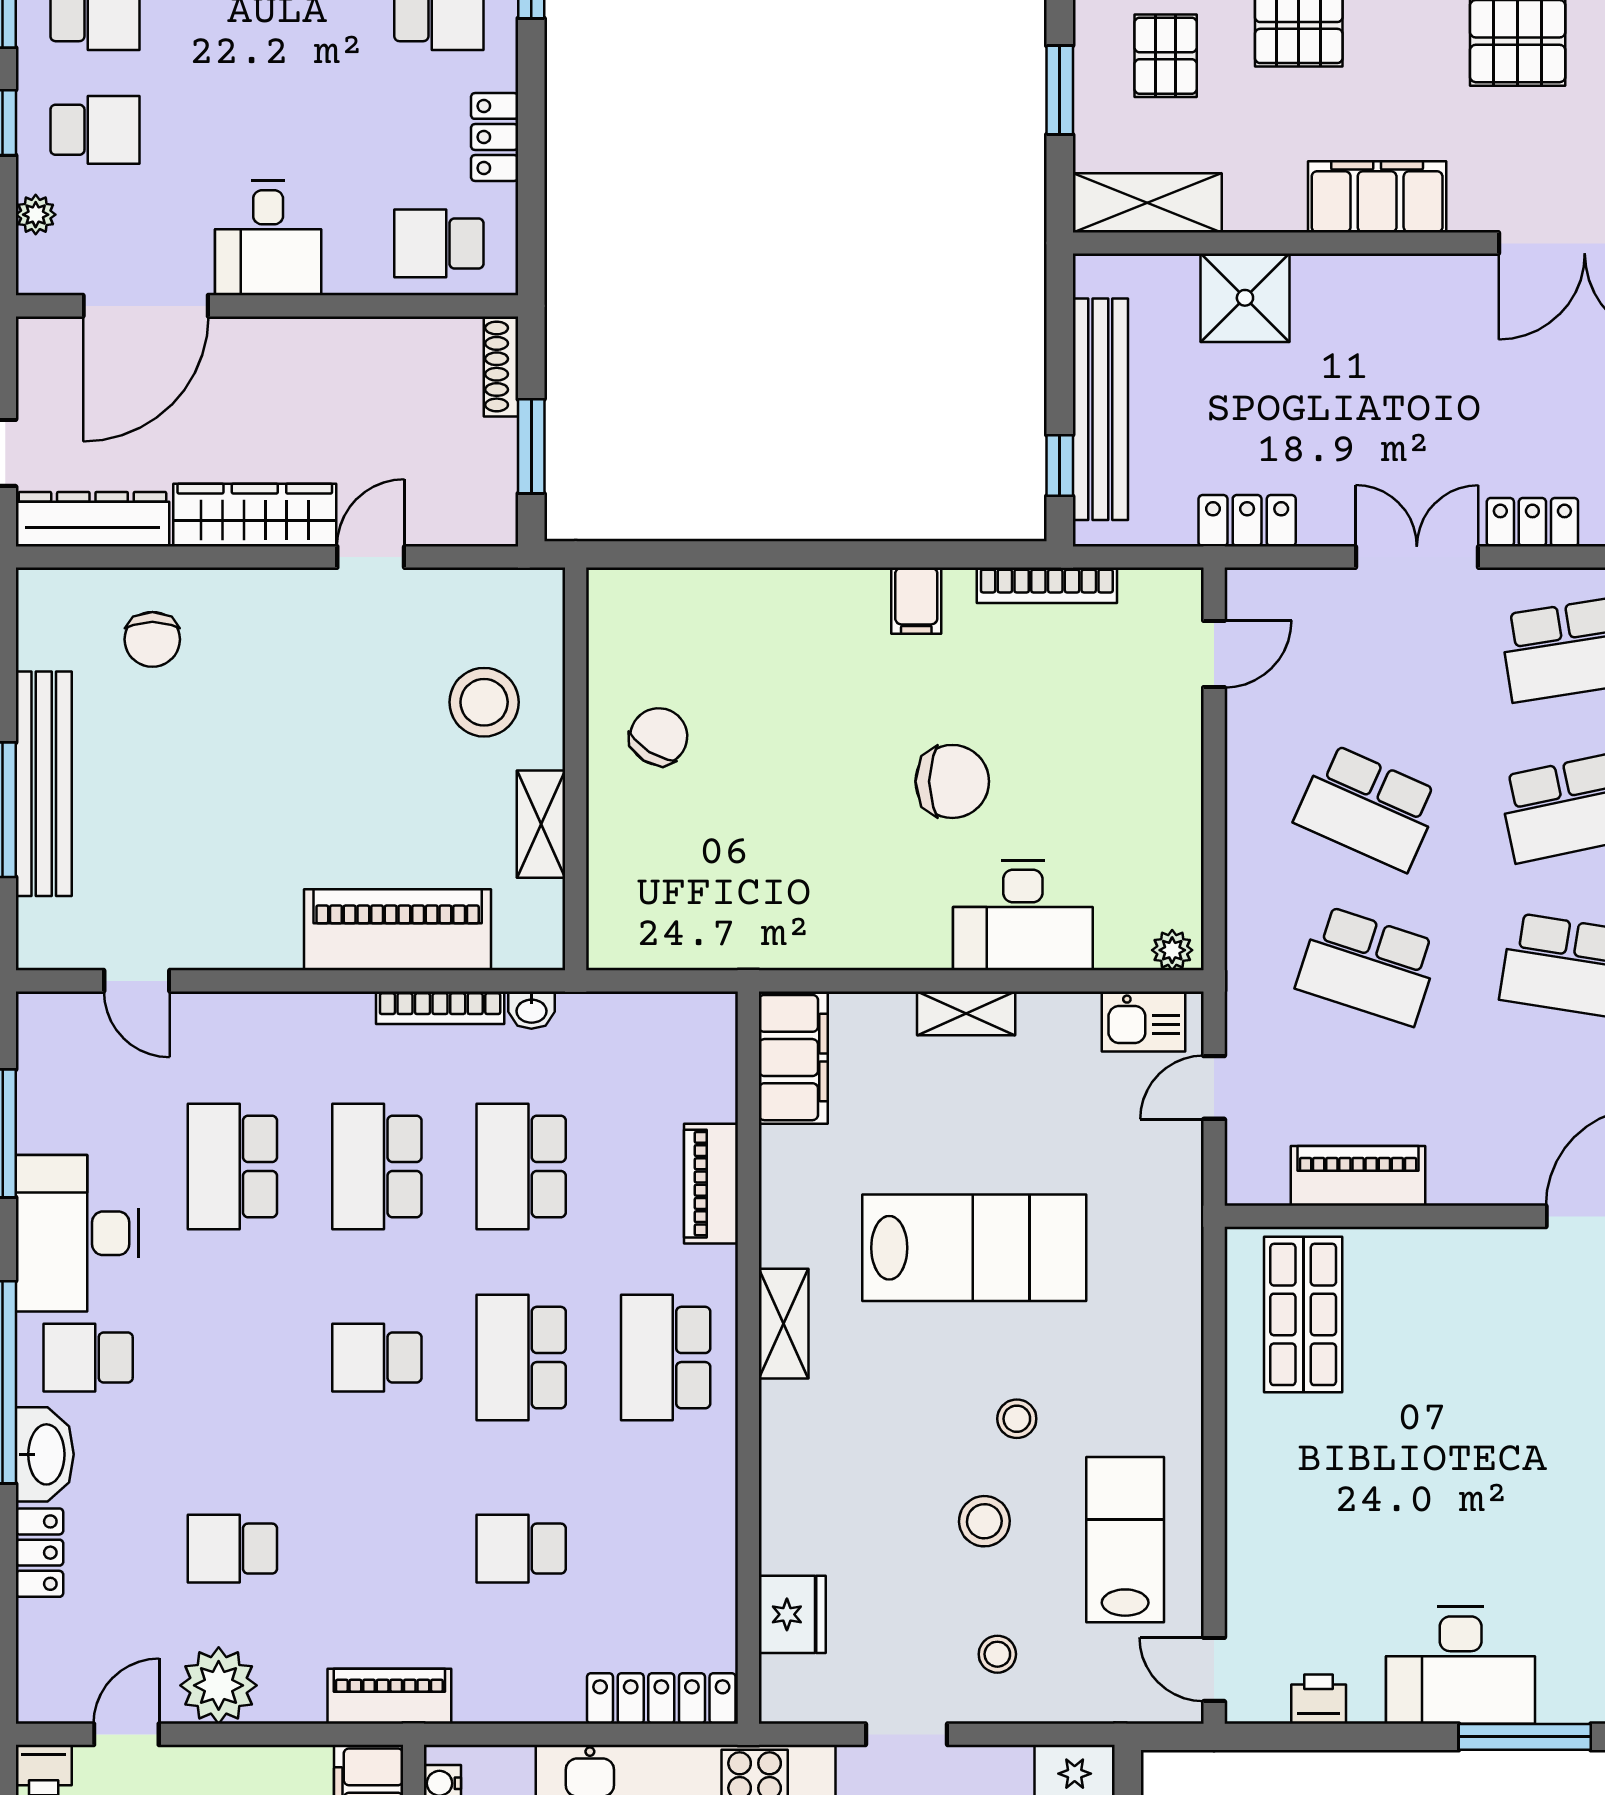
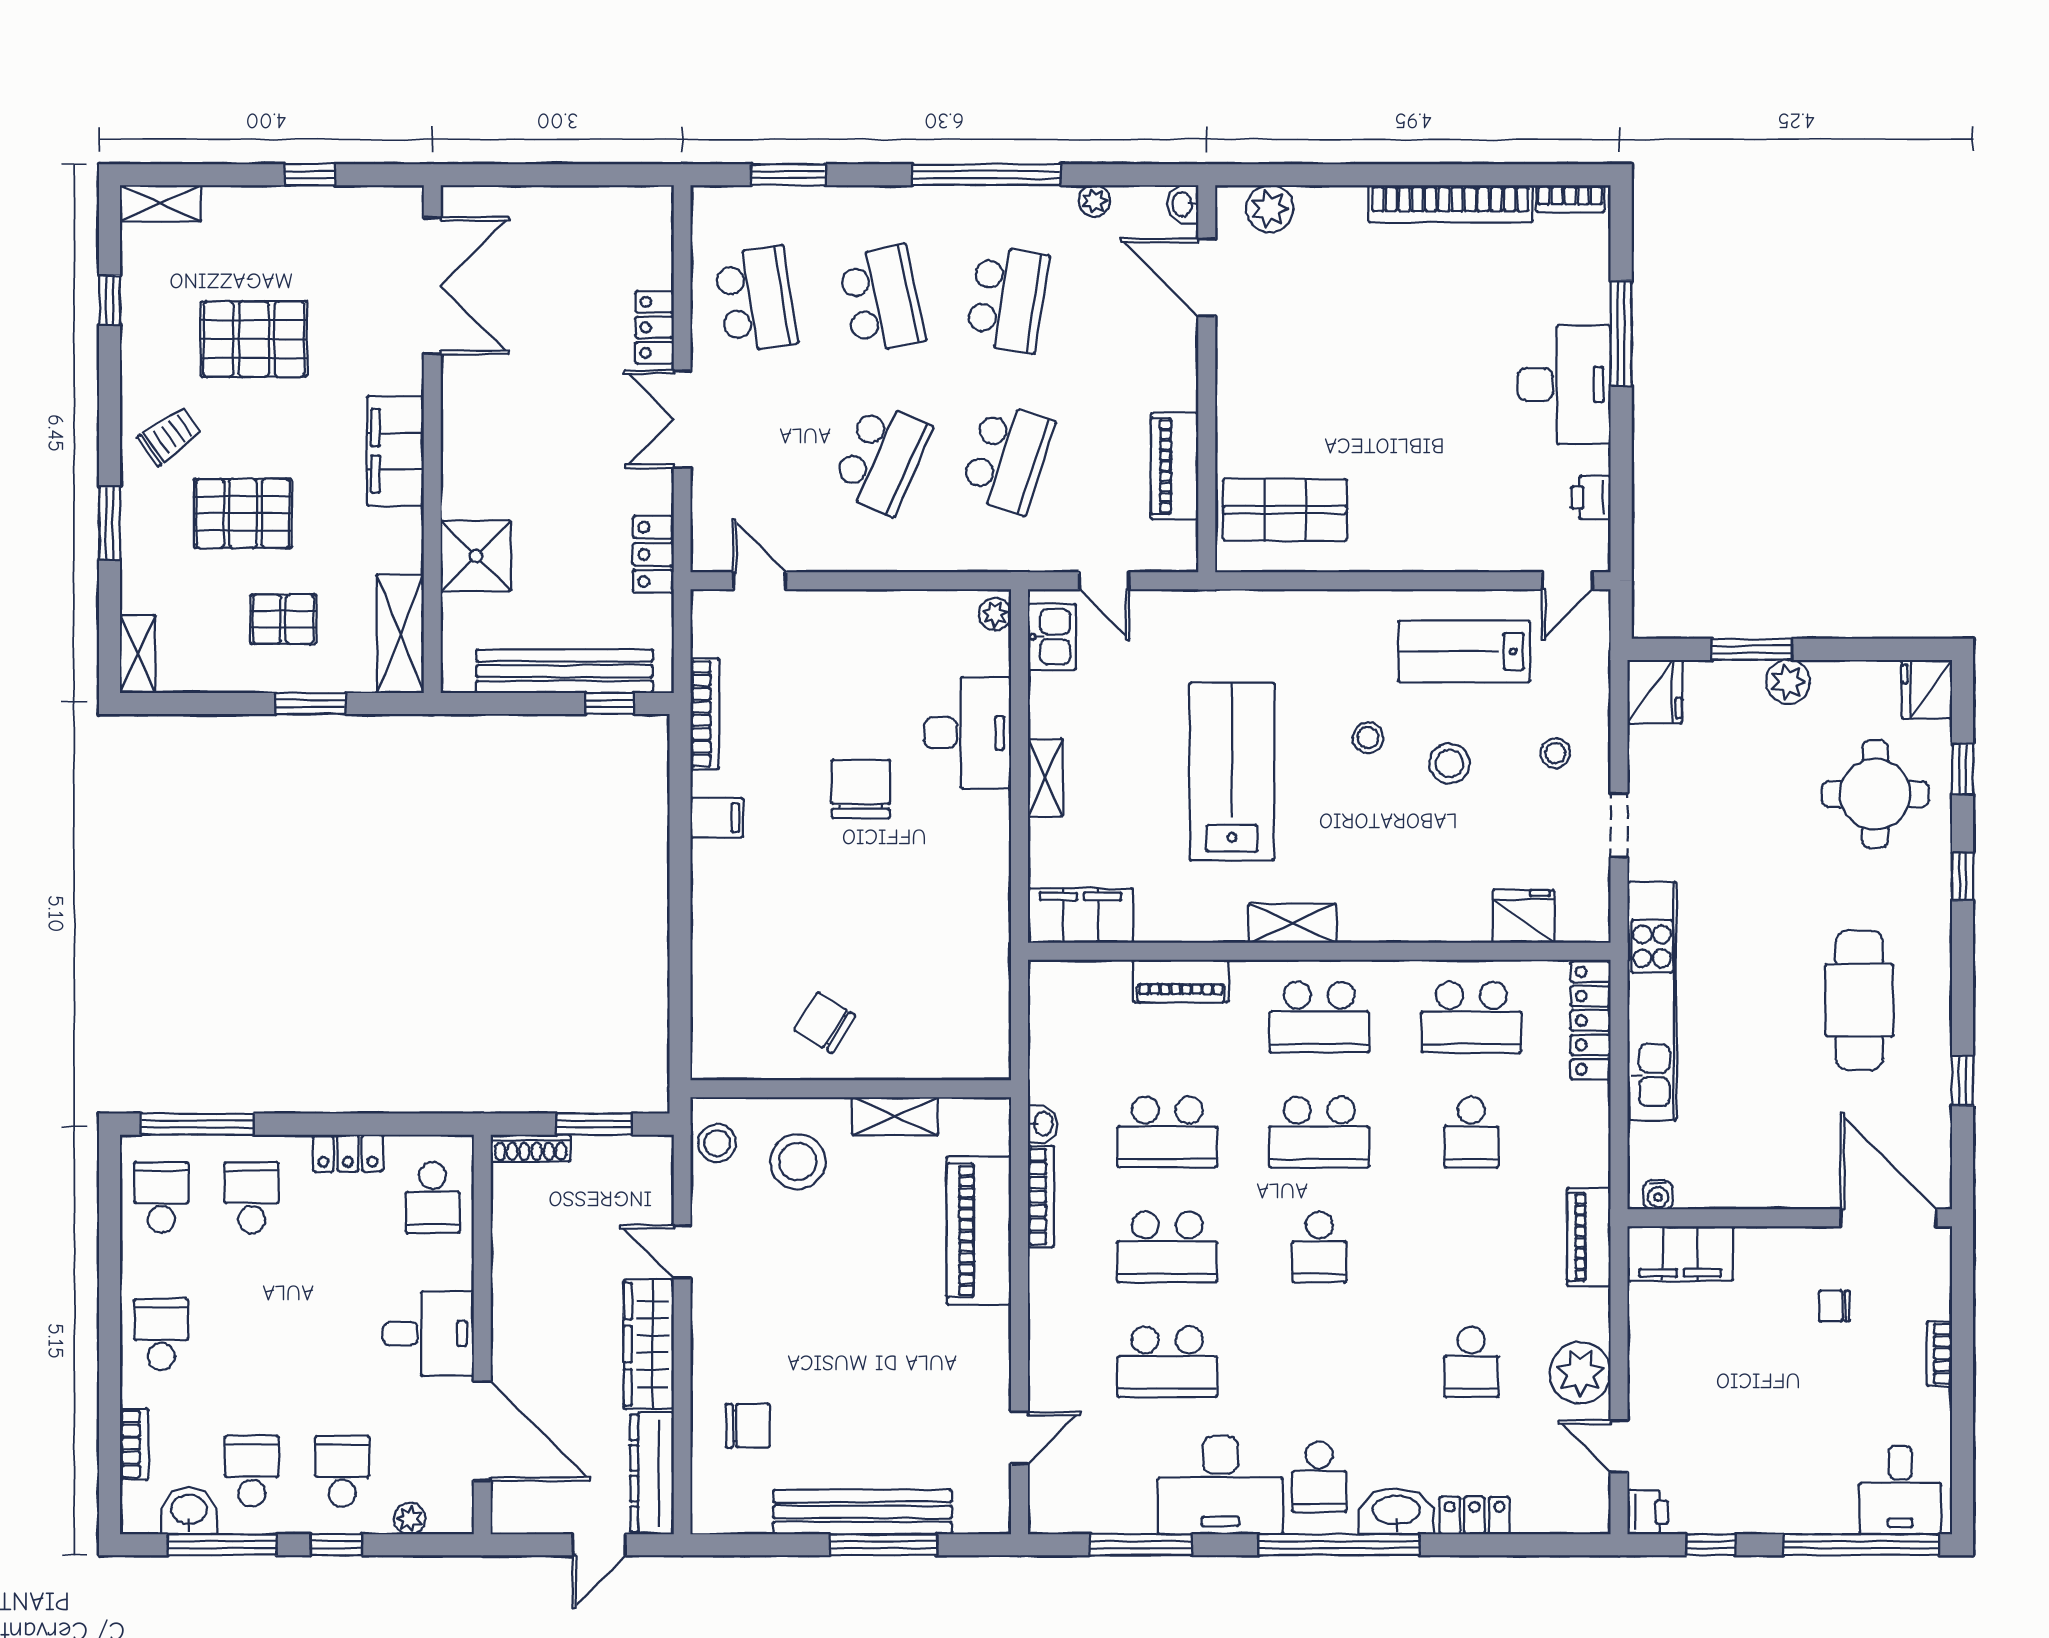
stool: (507, 601) -> (717, 1143), added
school desk: (666, 1549) -> (1471, 1017), added

